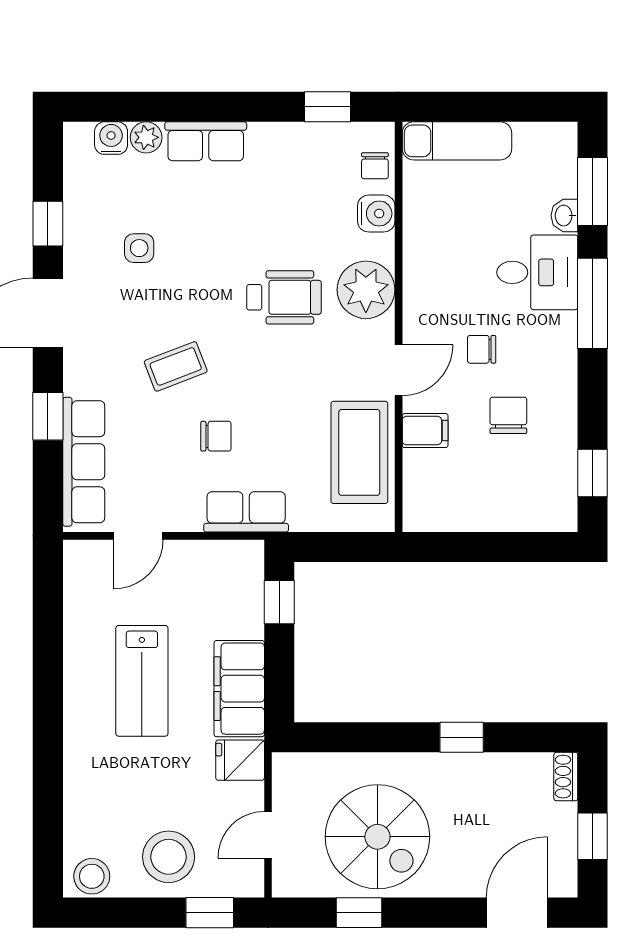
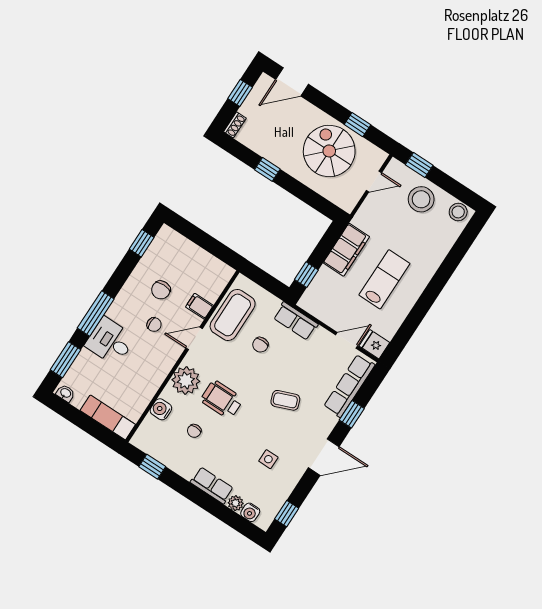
chair: (375, 166) -> (194, 431), moved, turned 180
washbasin: (564, 216) -> (65, 393), moved, turned -90
window: (48, 224) -> (287, 514), moved
chair: (216, 436) -> (260, 345), moved, turned -90
fridge: (240, 760) -> (374, 344), moved, turned 180

